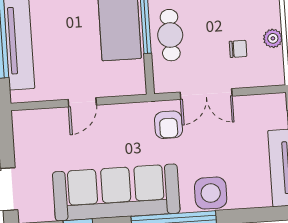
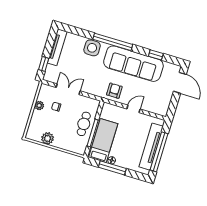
double door: (206, 94) -> (68, 89), moved
armchair: (168, 125) -> (114, 91), moved

